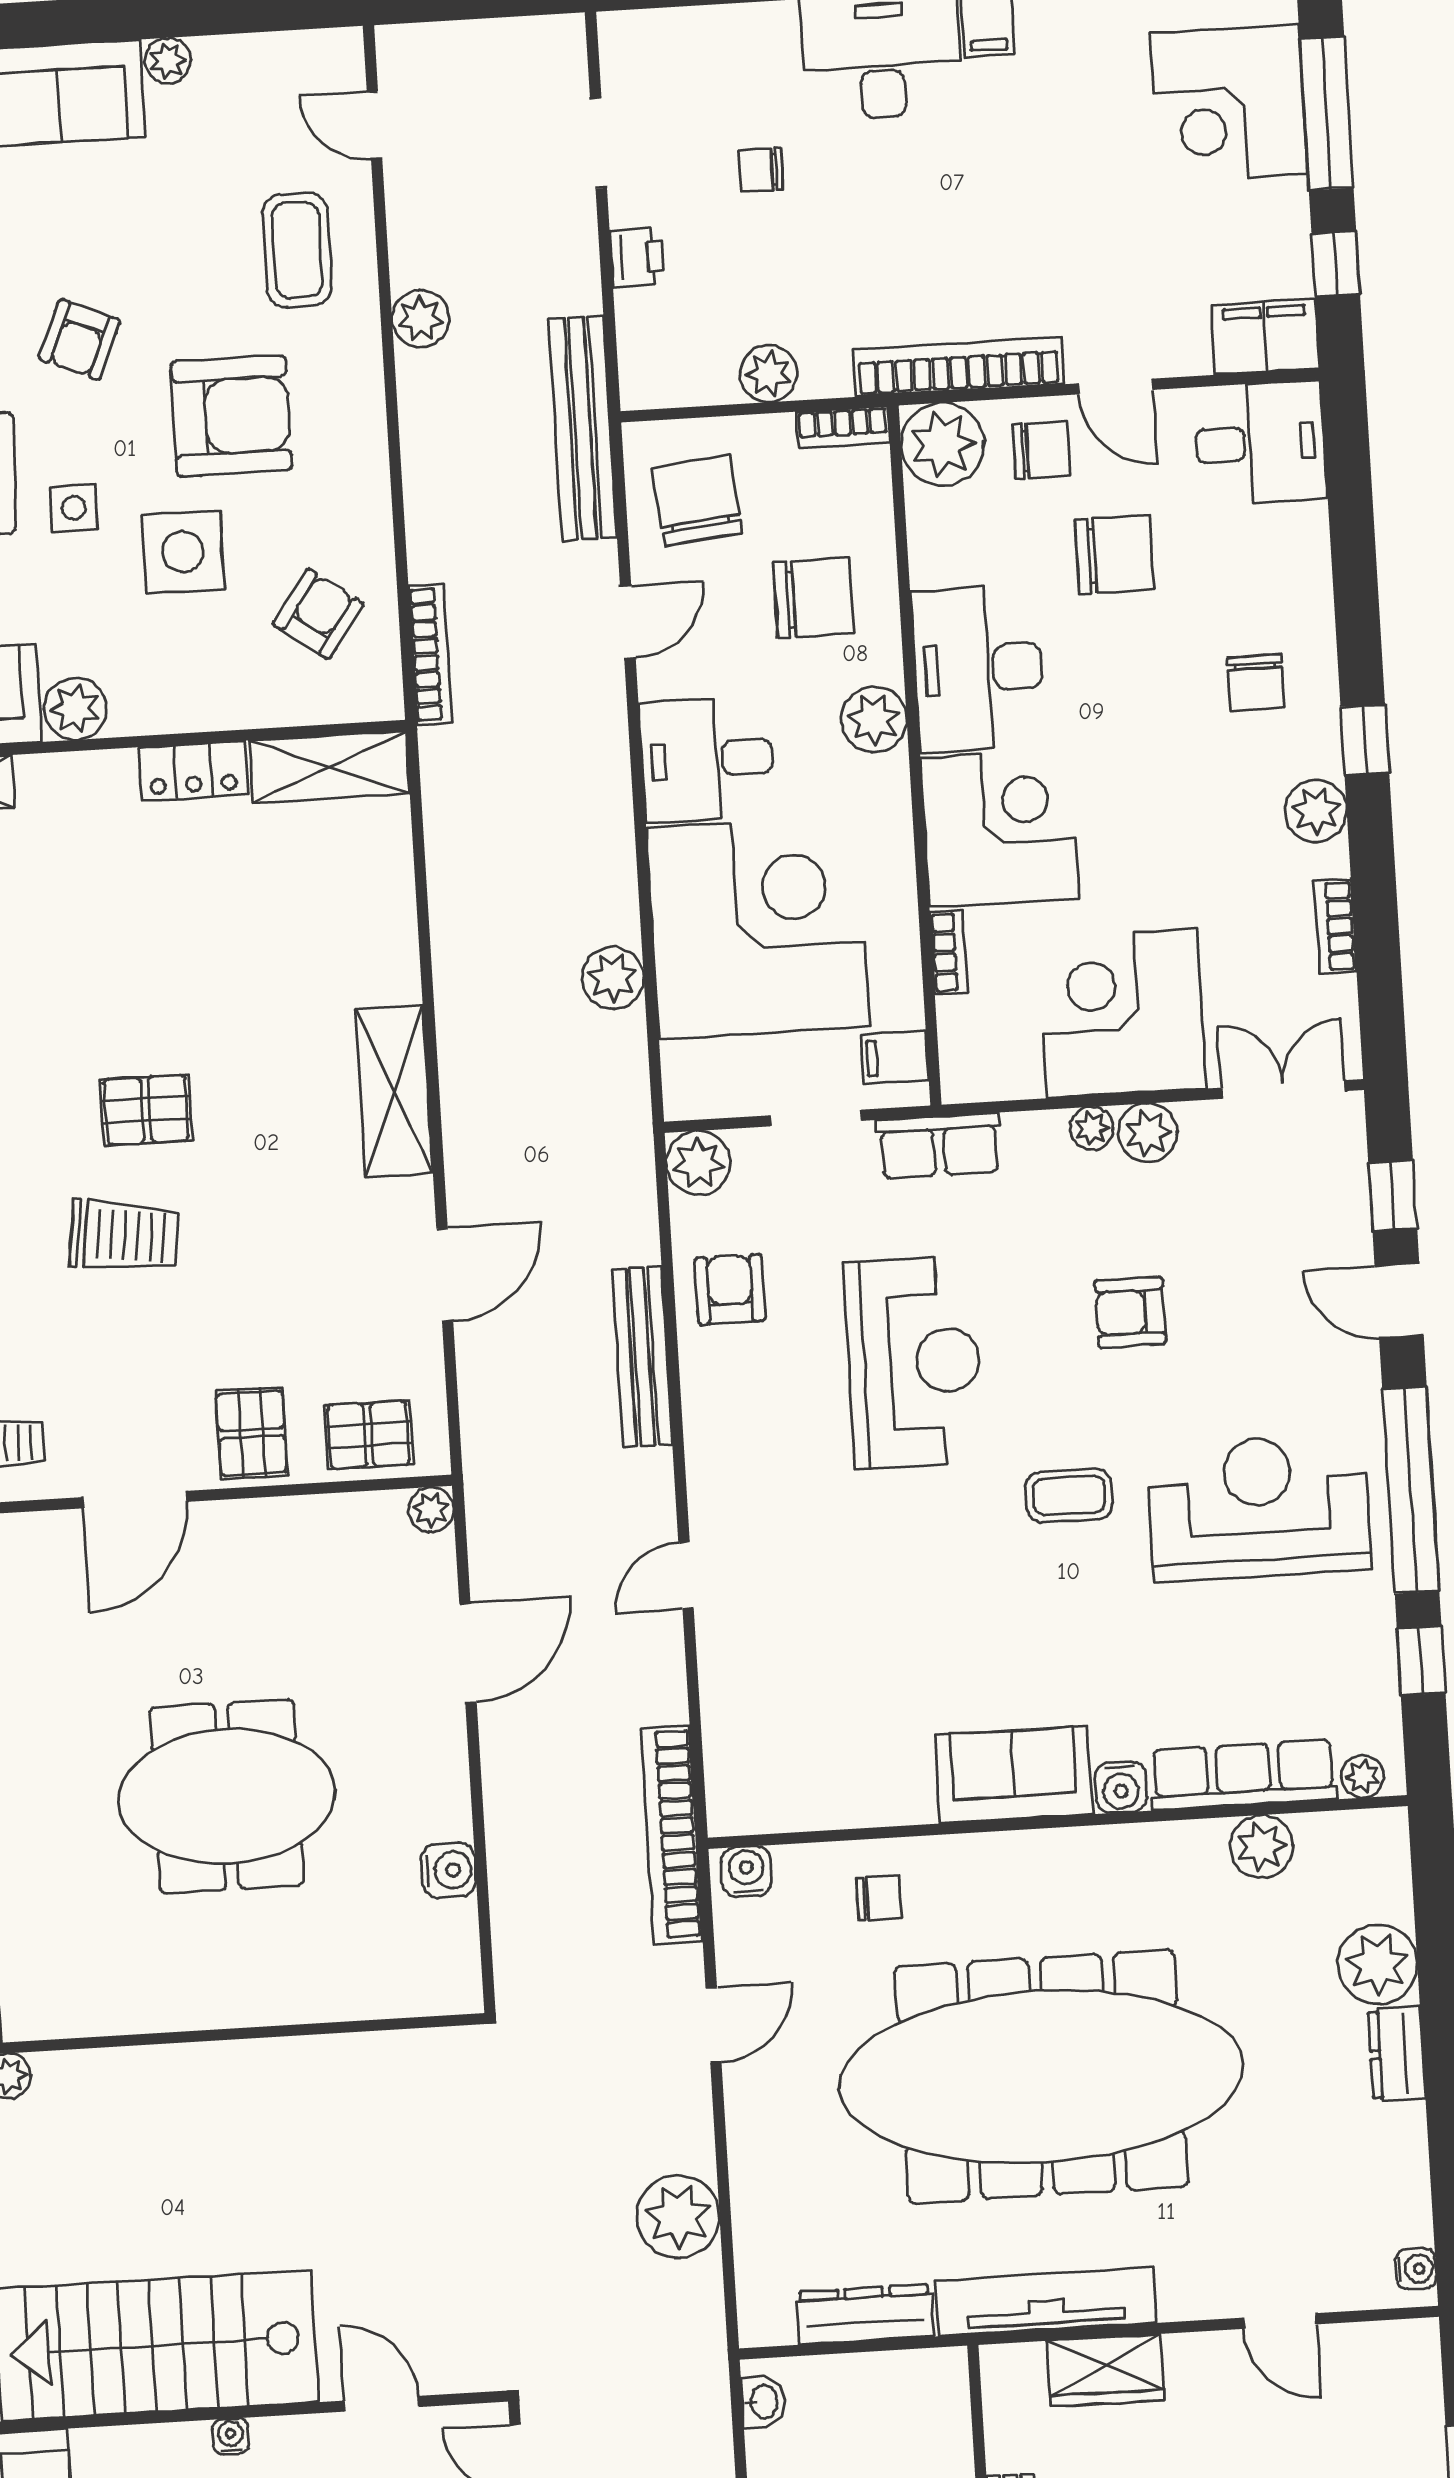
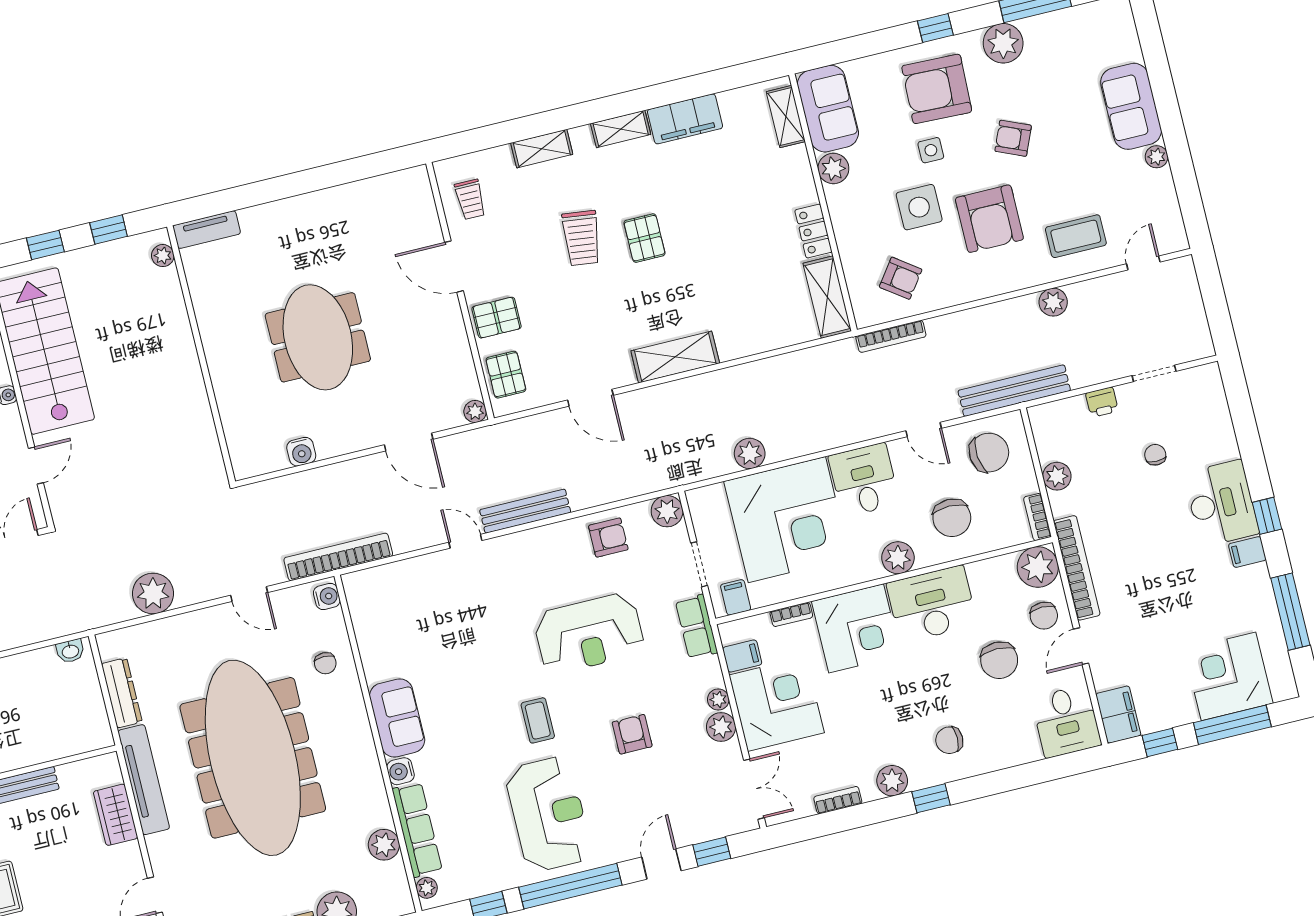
filing cabinet: (1014, 1065) -> (742, 656), added
bench: (642, 1357) -> (525, 511), moved

